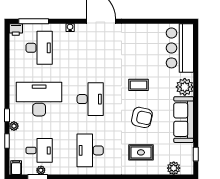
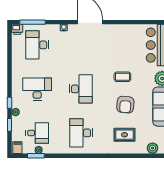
desk: (39, 48) -> (37, 45), turned 180
desk: (39, 99) -> (37, 89), width x0.73, depth x0.77
armchair: (142, 117) -> (125, 105), turned 82

